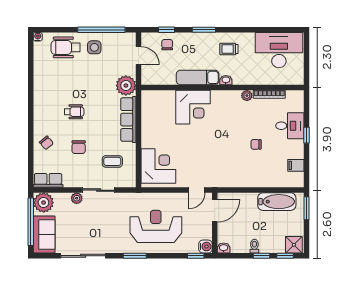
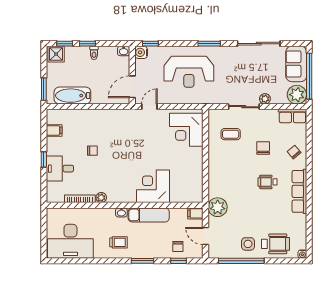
filing cabinet: (149, 79) -> (195, 213), added
row of seats: (128, 120) -> (299, 191), moved, turned 180

